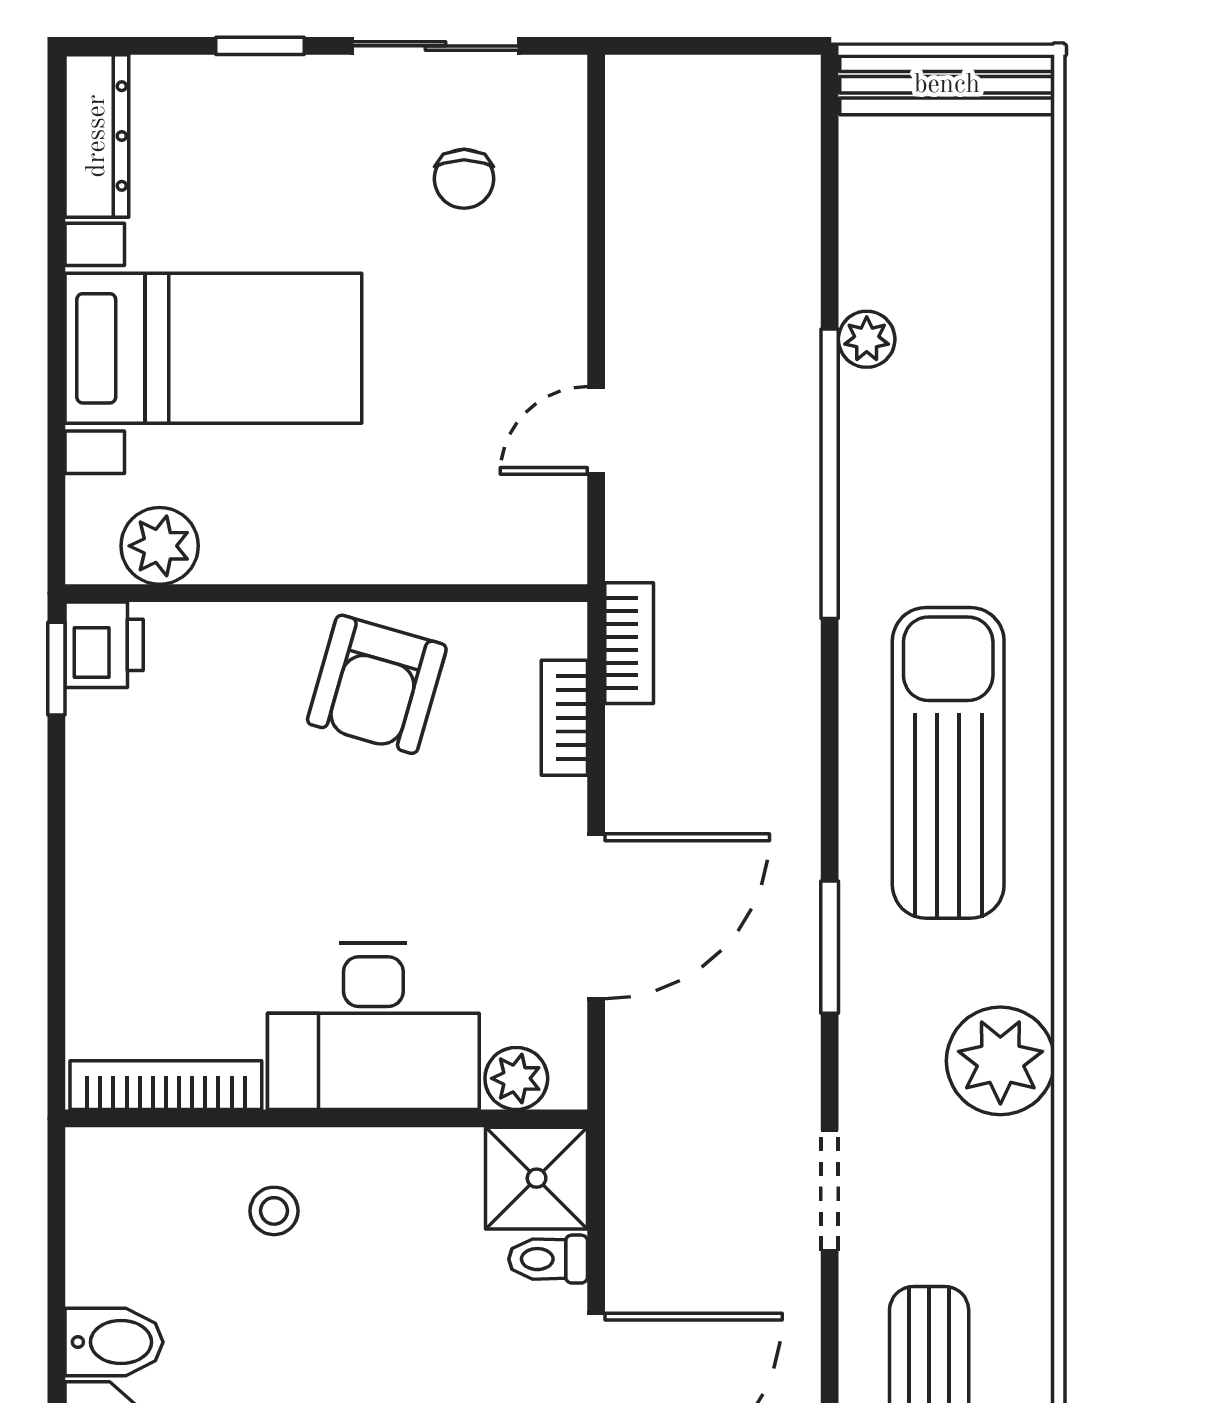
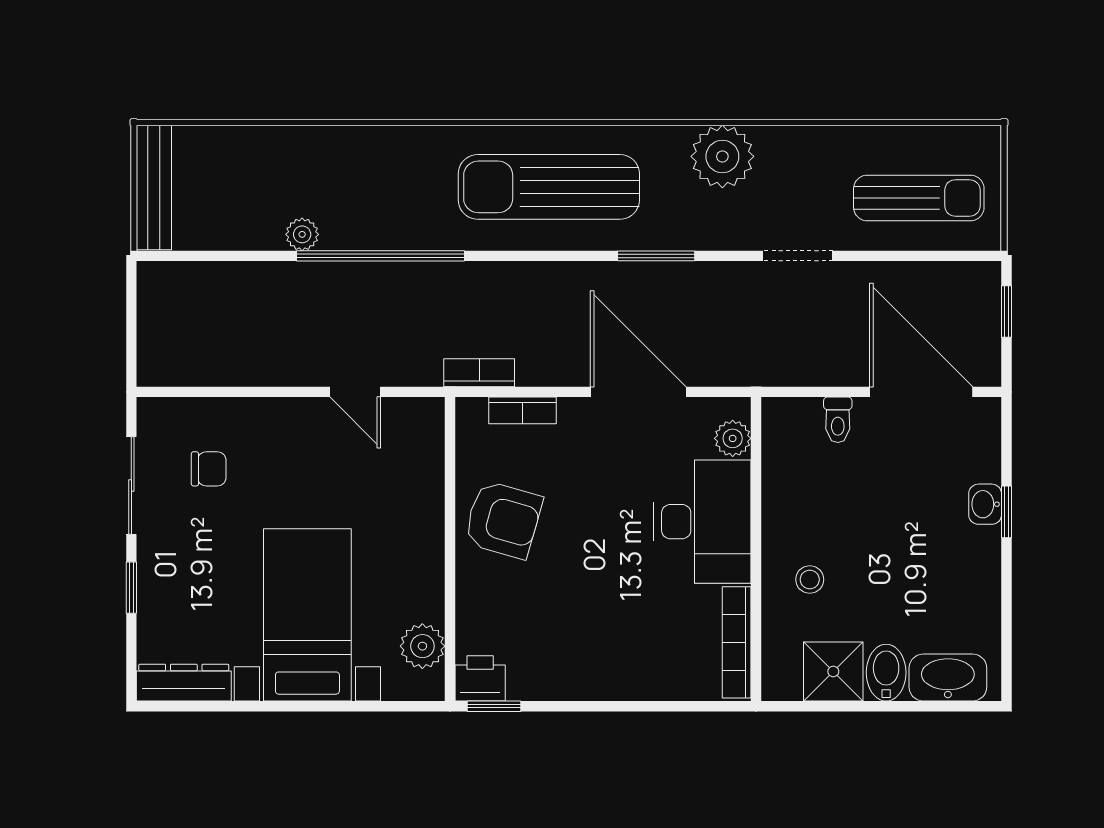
shower: (537, 1178) -> (833, 671), moved

